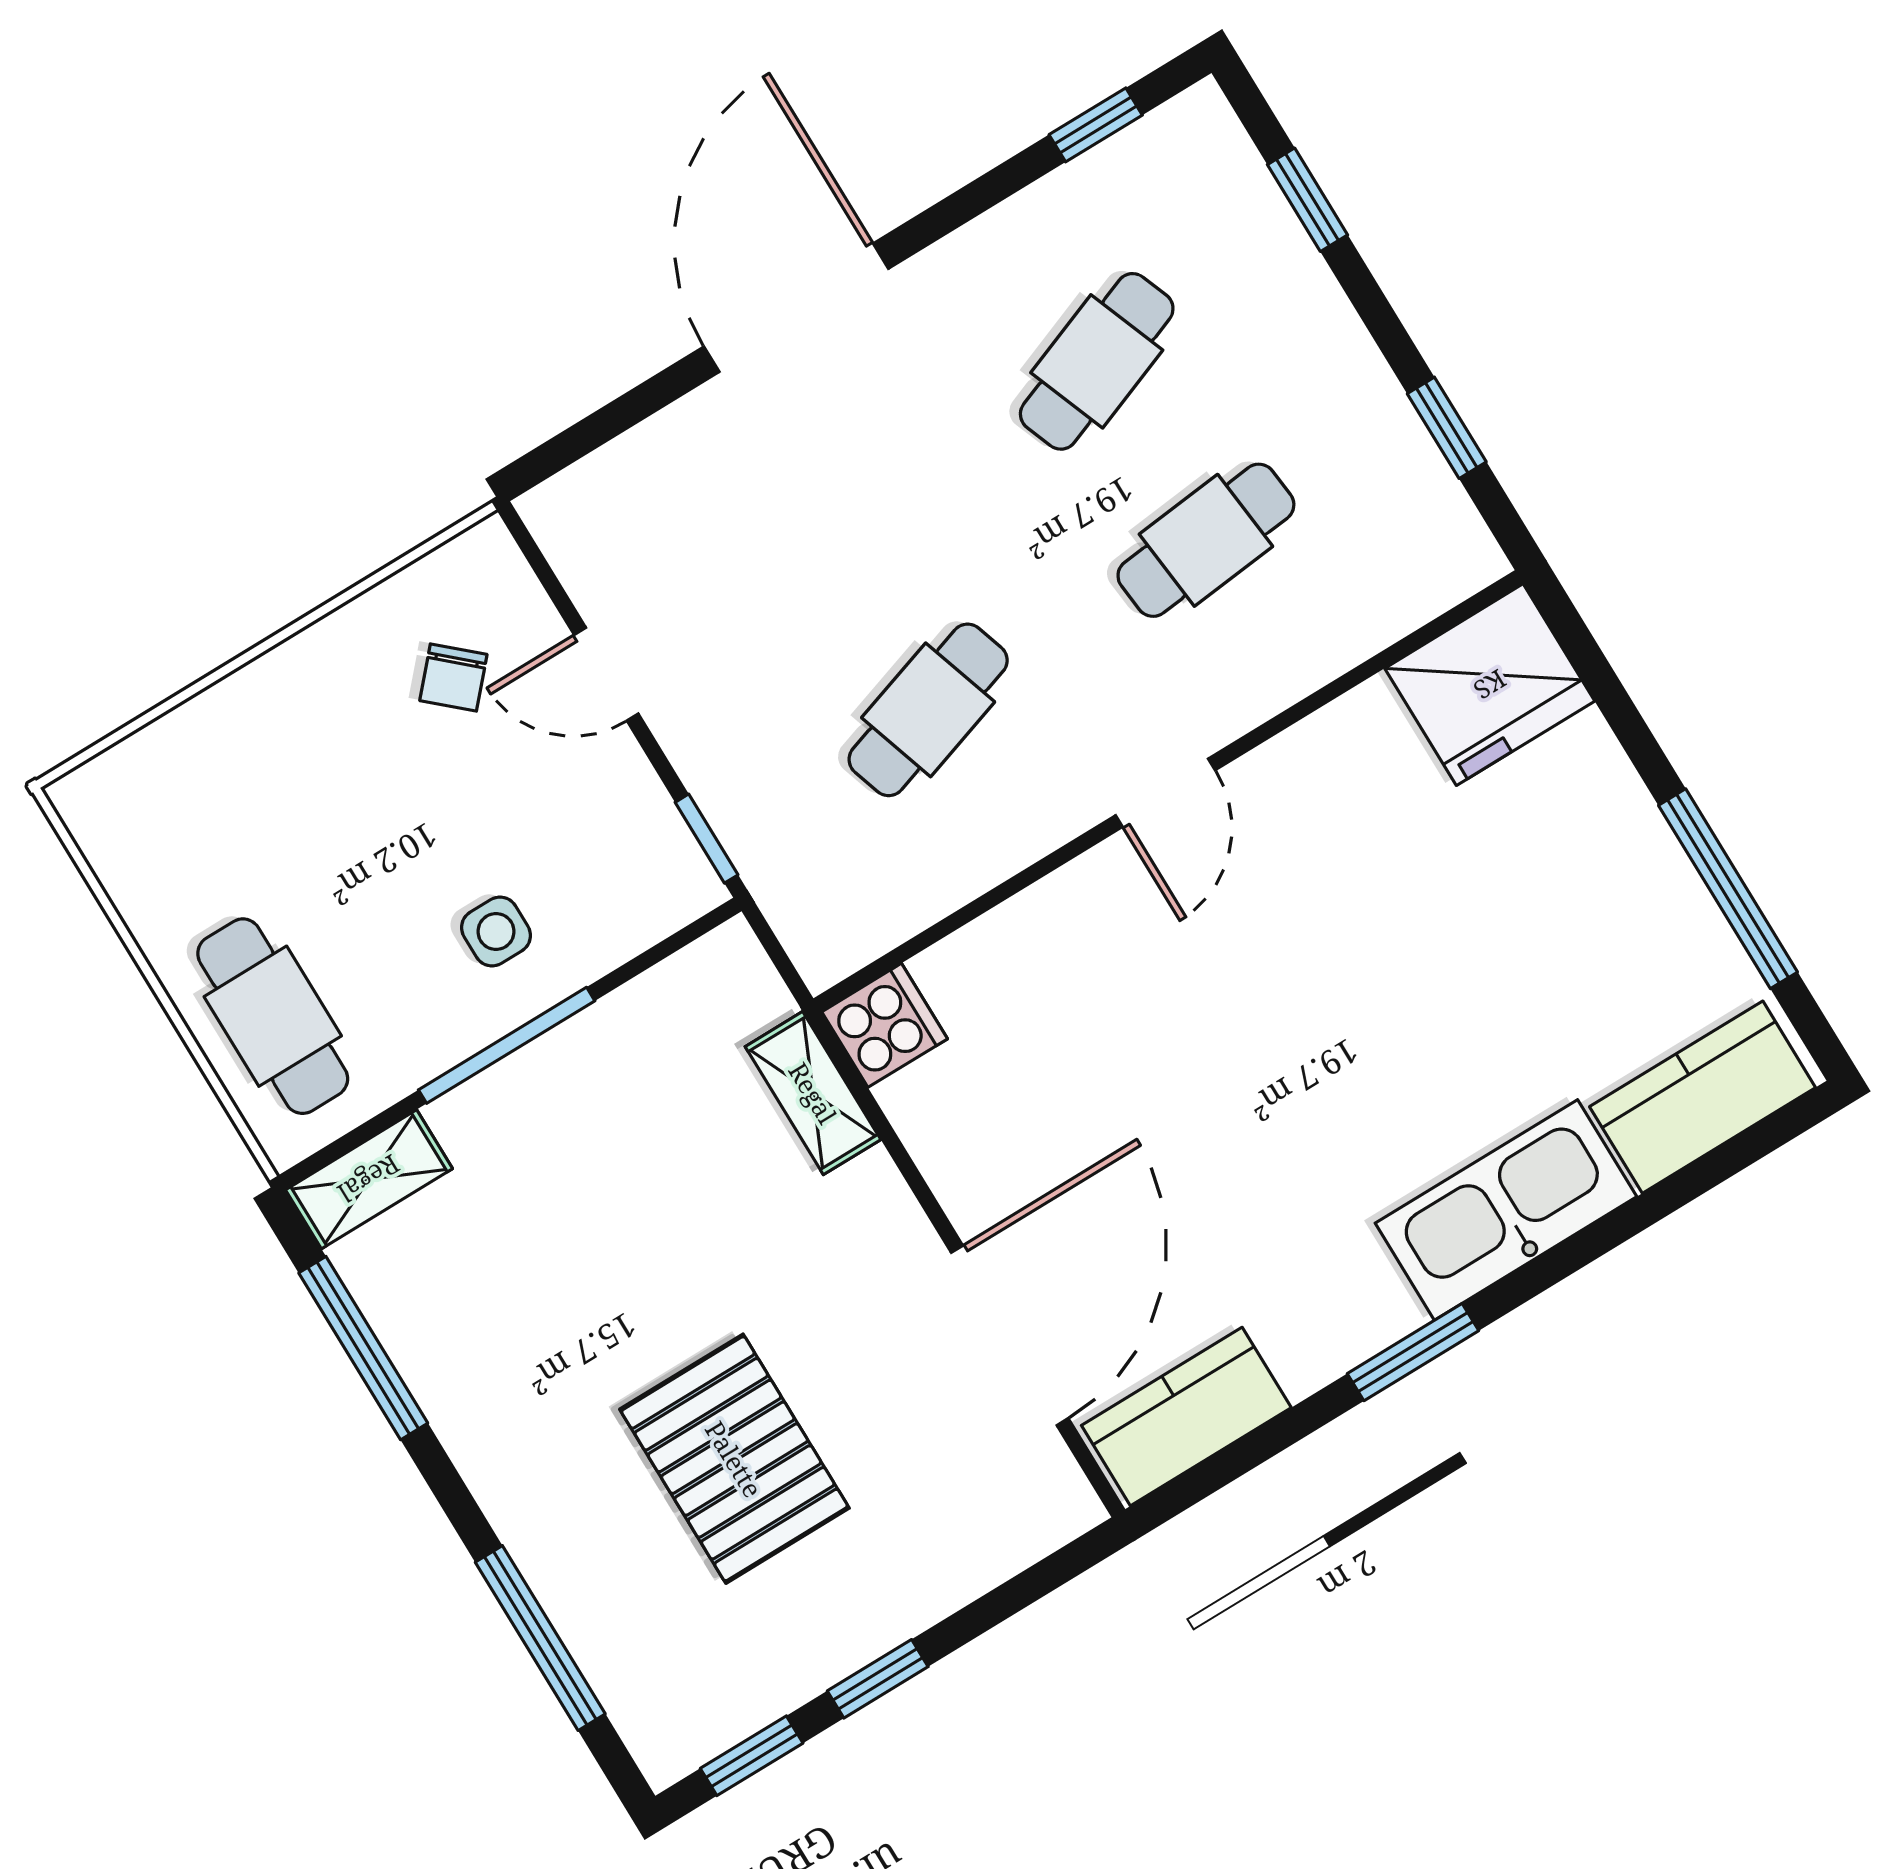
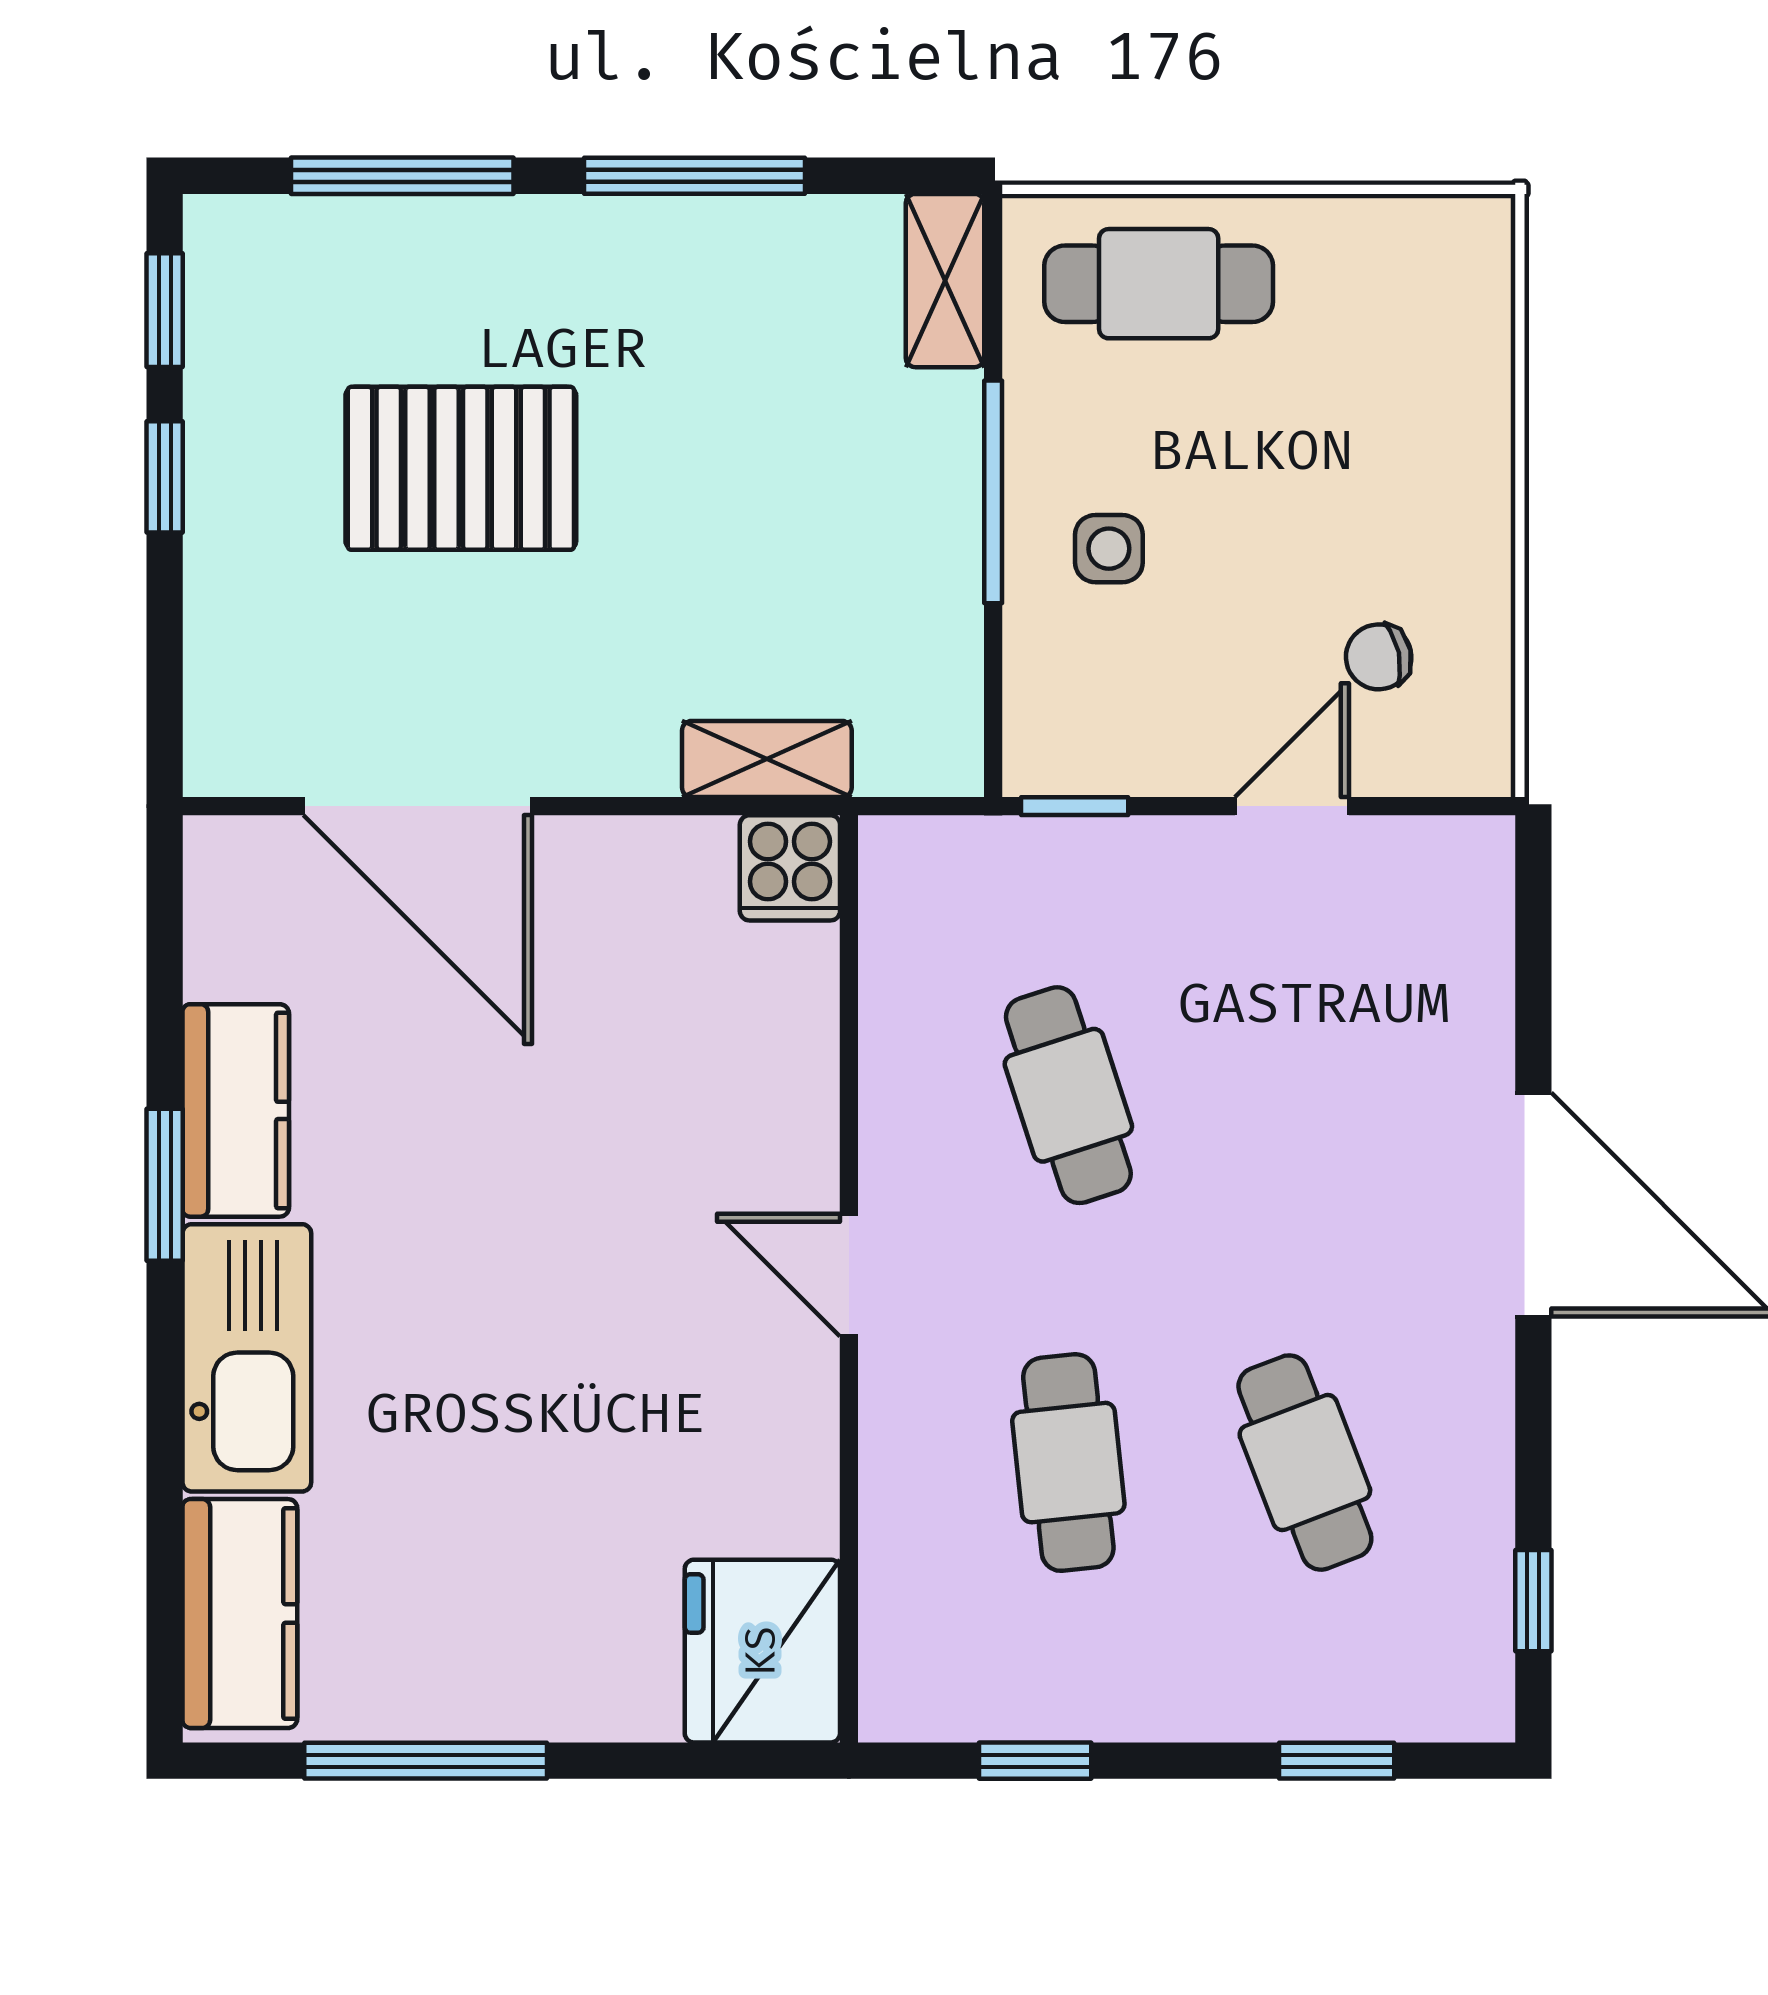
chair: (453, 678) -> (1379, 657), turned -54
window: (363, 1348) -> (694, 176), moved
kitchen counter: (1186, 1417) -> (236, 1110), moved

